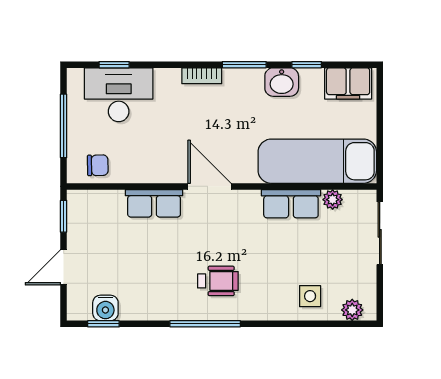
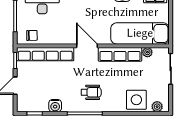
row of seats: (154, 203) -> (45, 54), width x2.02
row of seats: (291, 204) -> (120, 54), width x1.48
side table: (310, 296) -> (136, 100), width x1.87, depth x1.87
water cooler: (105, 308) -> (55, 106), moved

